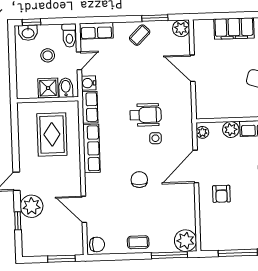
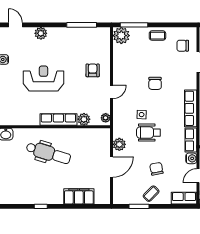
plant: (181, 28) -> (119, 144), moved
chair: (134, 68) -> (156, 169), added
door: (192, 68) -> (112, 167), hinge flipped
door: (196, 167) -> (112, 92), width x0.53
chair: (97, 244) -> (183, 46), moved

